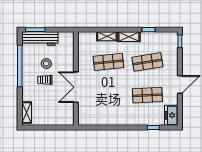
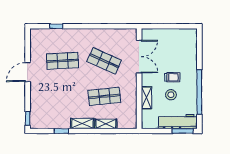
shop shelf: (147, 62) -> (104, 61), moved, turned 33
double door: (76, 87) -> (139, 57), moved
shelving: (27, 113) -> (146, 98), moved
freezer: (171, 115) -> (37, 39), removed

